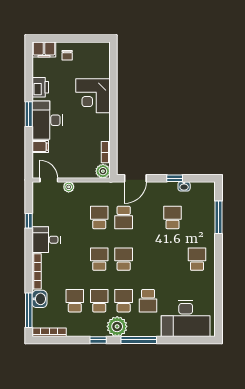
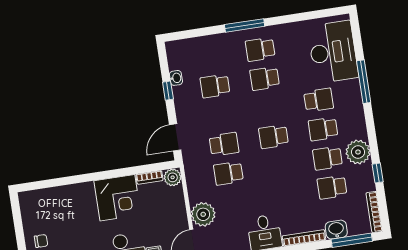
corner desk: (93, 96) -> (117, 198), moved
door: (135, 178) -> (175, 137), swing flipped
plant: (69, 187) -> (203, 214), width x1.87, depth x1.87
window: (218, 217) -> (245, 25), moved
school desk: (99, 259) -> (265, 78), moved
plant: (117, 326) -> (358, 152), moved
window: (98, 340) -> (378, 173), moved
window: (139, 340) -> (364, 82), moved

